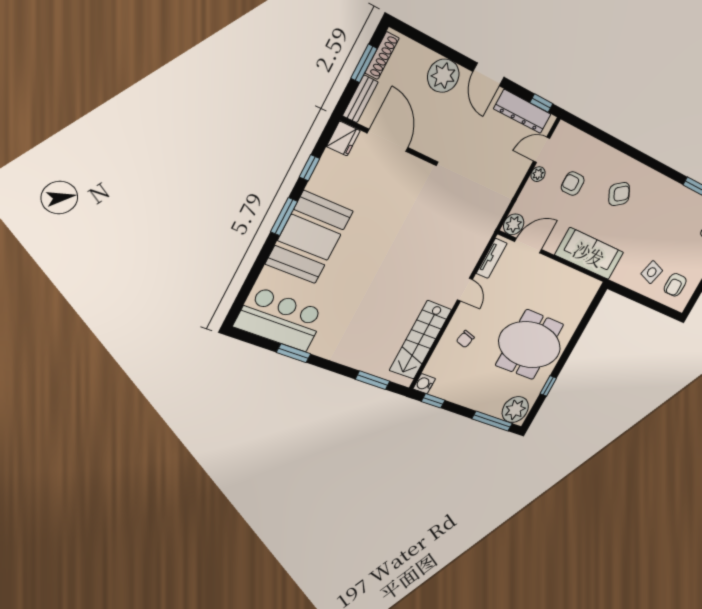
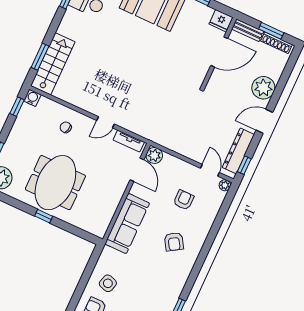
plant: (538, 174) -> (225, 185), moved
stairs: (420, 340) -> (53, 64), moved, turned 90
window: (548, 386) -> (44, 216), moved

